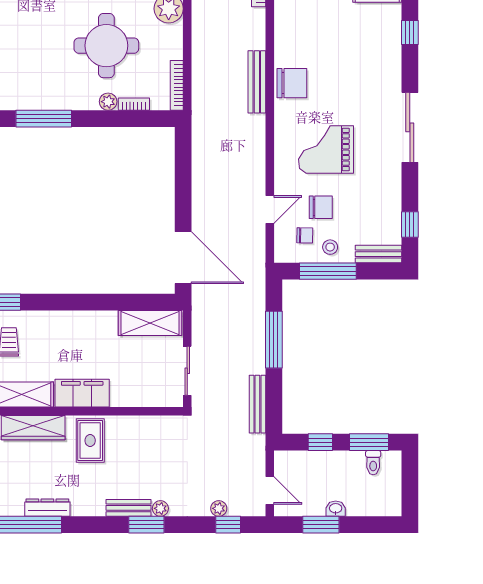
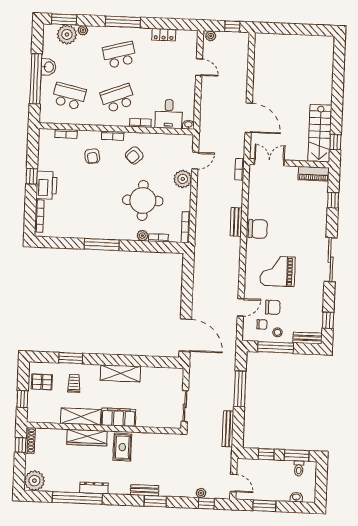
bench: (257, 82) -> (236, 222), width x0.73
shelving: (150, 323) -> (120, 373), moved
plant: (160, 508) -> (164, 491), removed
washbasin: (336, 509) -> (296, 497), moved

